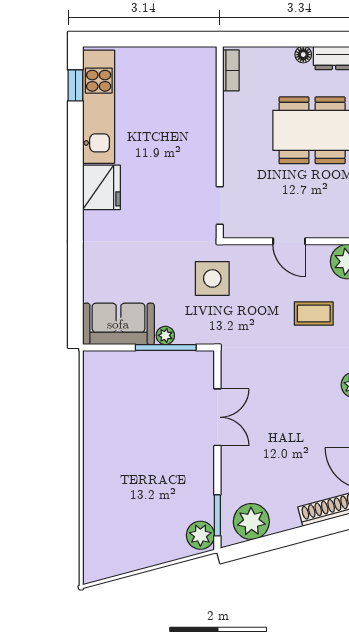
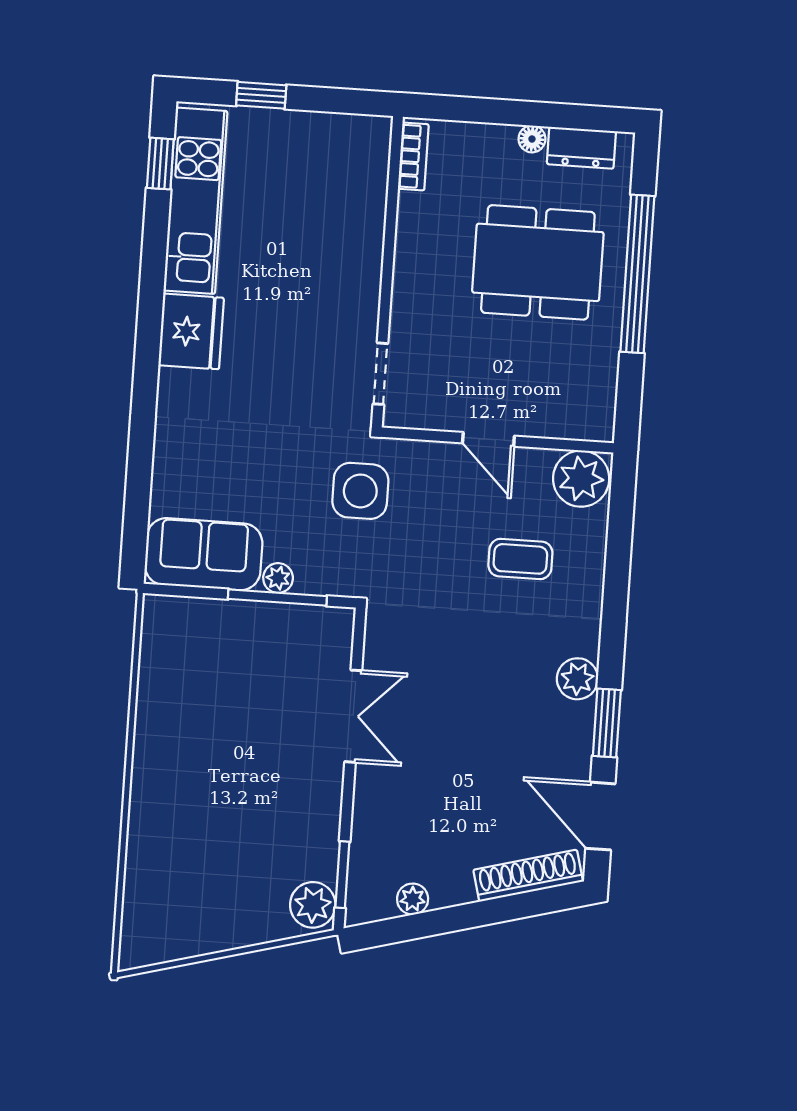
window: (135, 39) -> (261, 95), added
plant: (251, 521) -> (413, 899), width x0.53, depth x0.53

